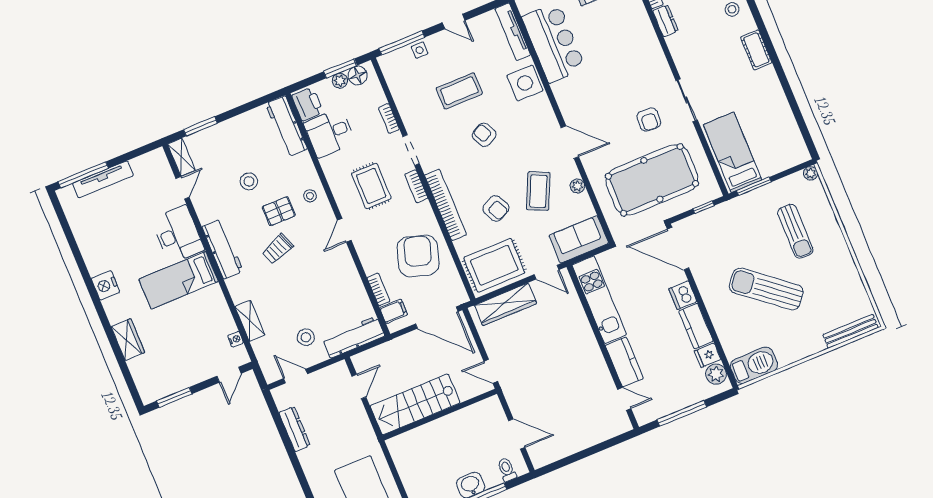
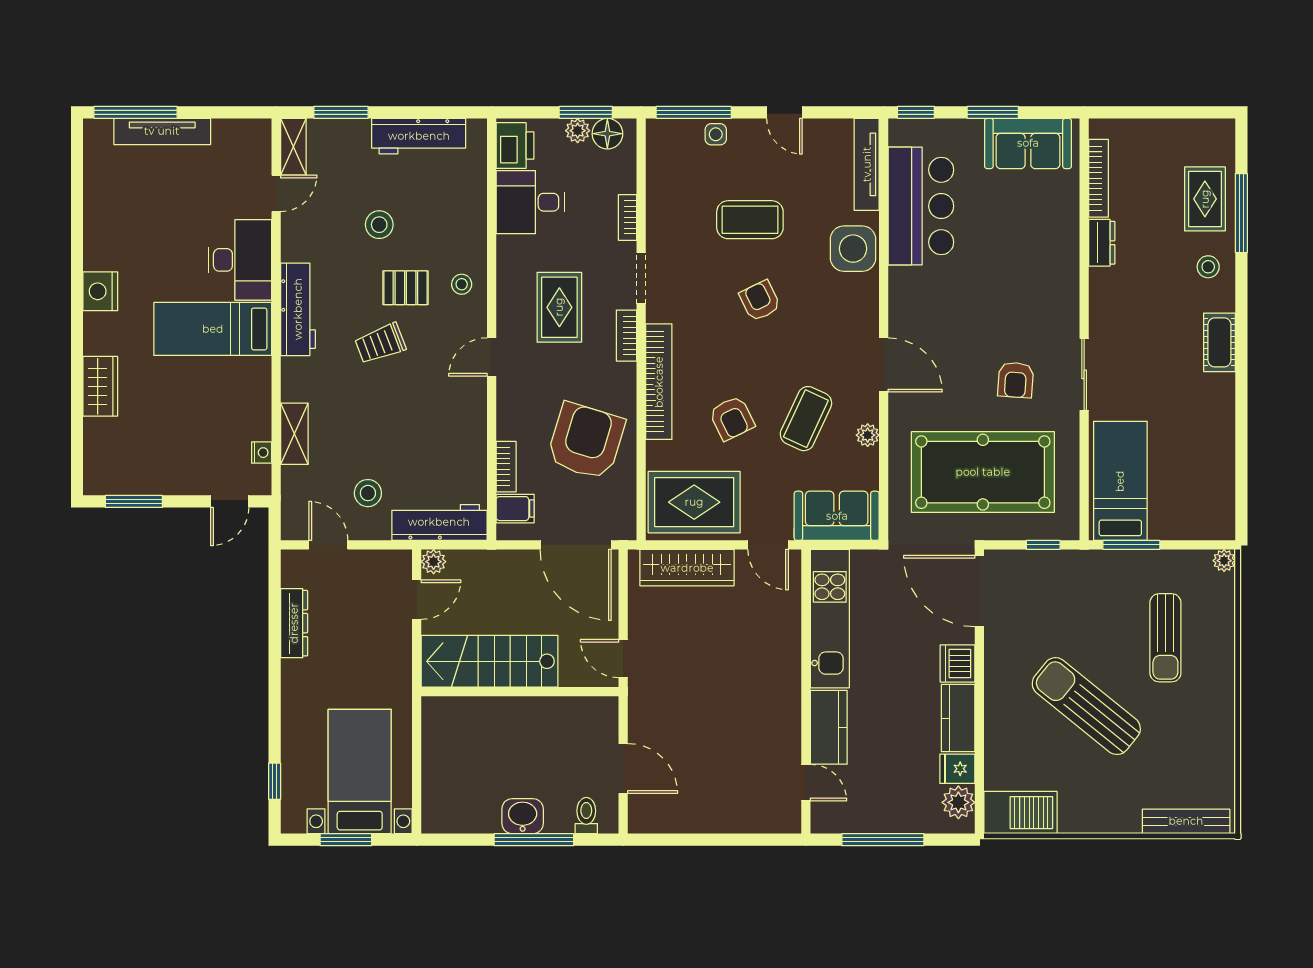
workbench: (286, 126) -> (419, 136), moved, turned -90
plant: (360, 361) -> (434, 562), added

